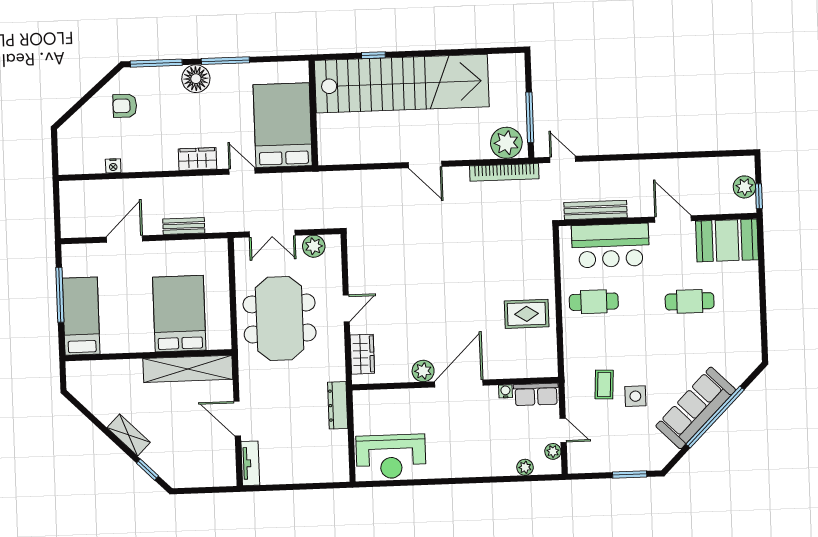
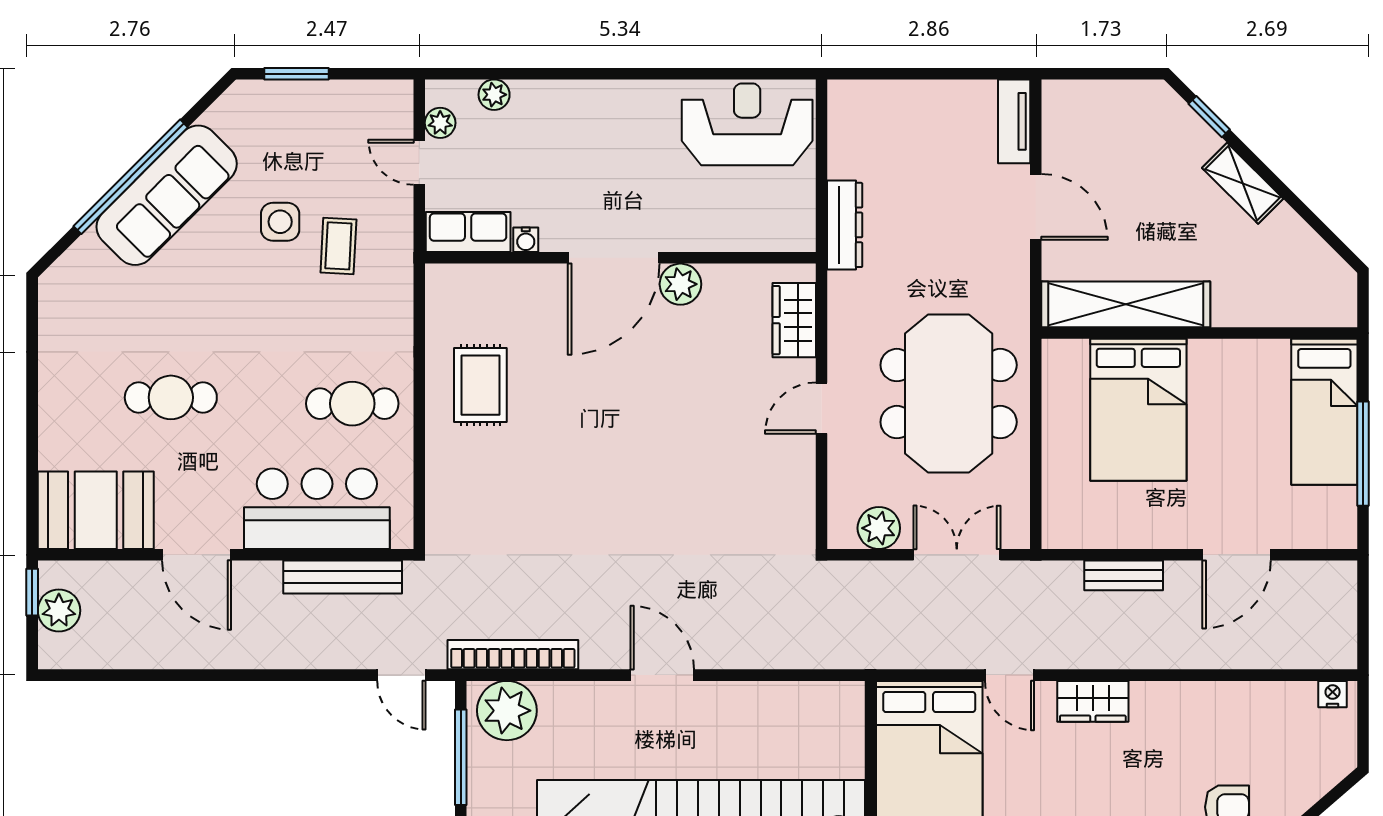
nightstand: (113, 166) -> (1333, 694), moved
rug: (527, 314) -> (480, 385), turned 90

